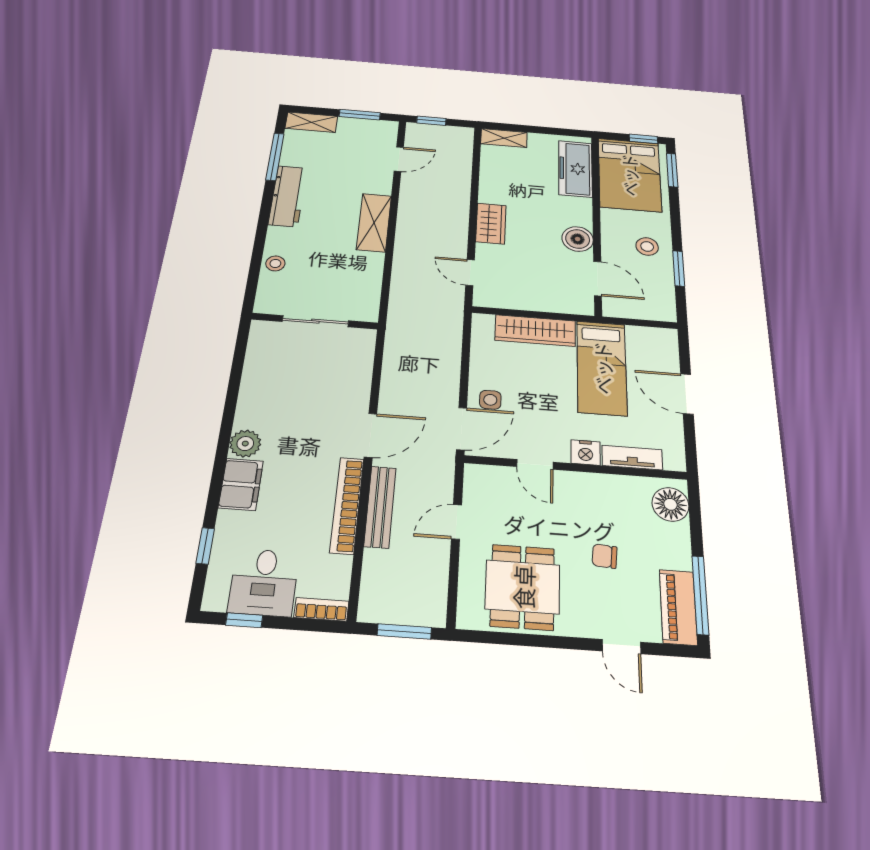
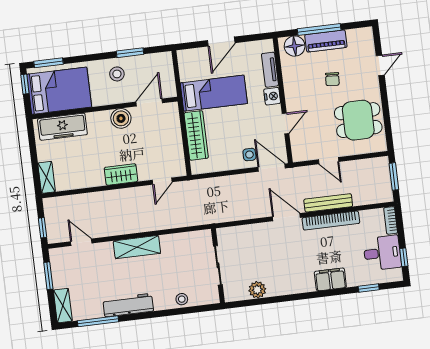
plant: (245, 444) -> (257, 290), moved
window: (700, 595) -> (319, 30), moved
piano: (678, 607) -> (326, 41), moved

